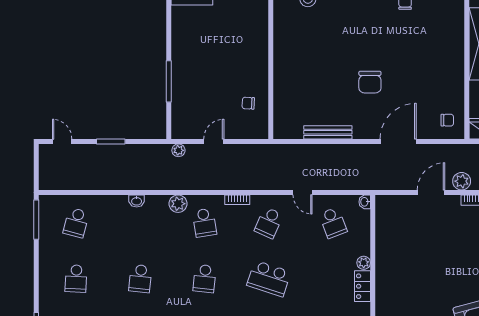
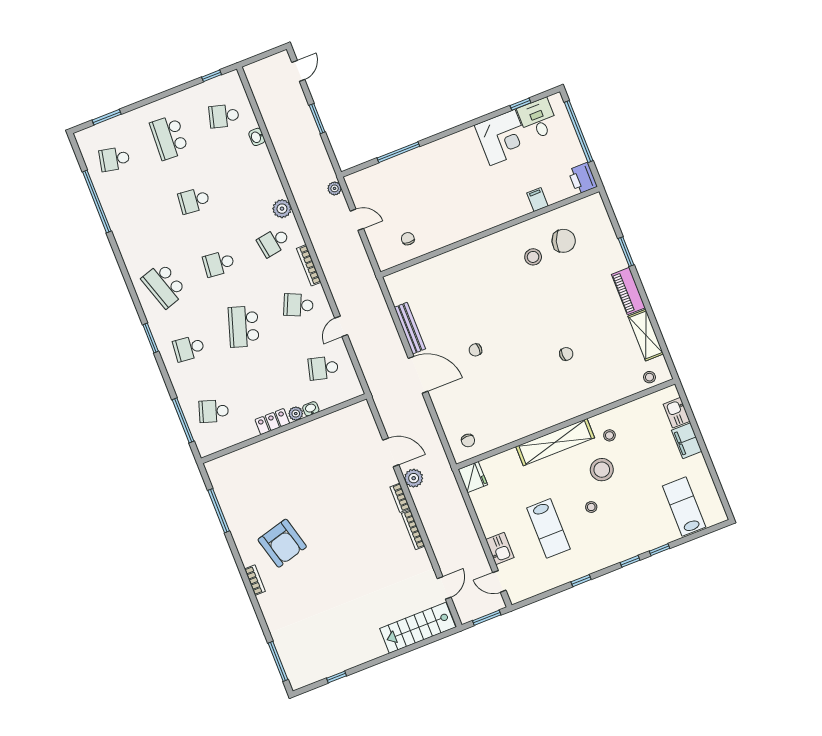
chair: (370, 82) -> (475, 350), width x0.54, depth x0.54
door: (398, 141) -> (418, 375), moved
bookcase: (237, 200) -> (309, 265), width x1.56
washbasin: (137, 201) -> (257, 137), moved
washbasin: (365, 202) -> (311, 409), moved
window: (36, 220) -> (212, 76), width x0.46
school desk: (333, 223) -> (323, 368), turned 36
school desk: (76, 279) -> (169, 137), width x1.85

